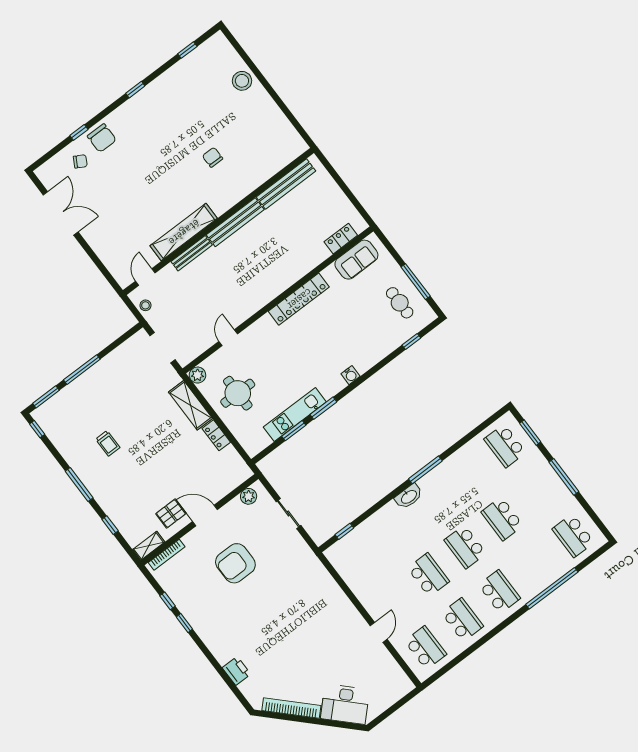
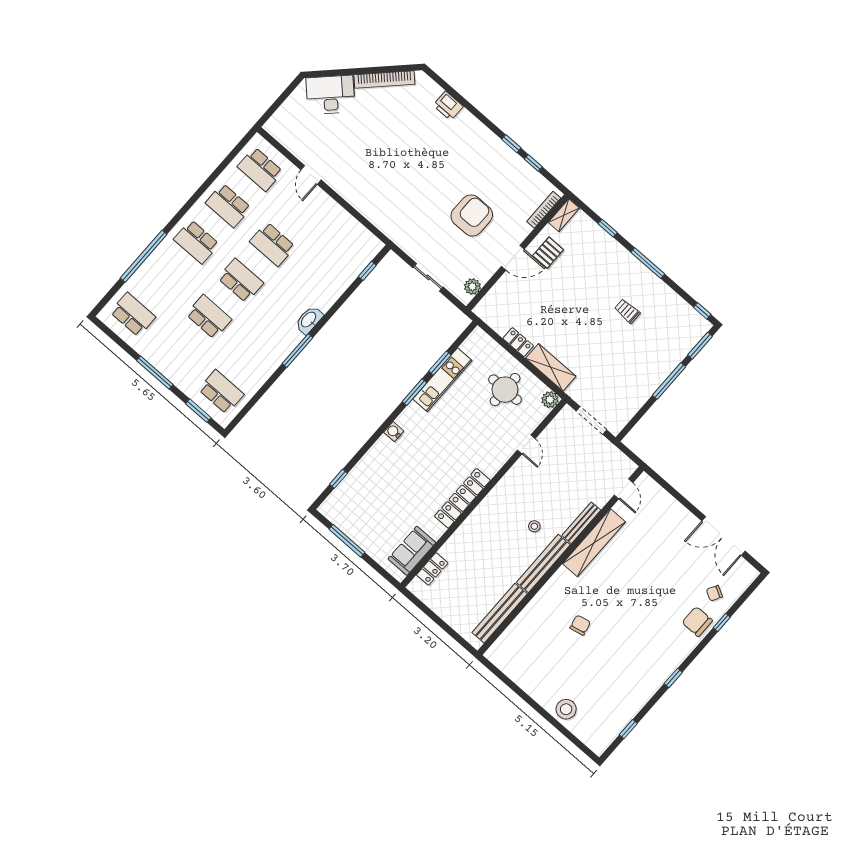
chair: (213, 157) -> (580, 625), turned -103
cafe table: (400, 303) -> (359, 516), removed
stool: (145, 305) -> (534, 526), moved

